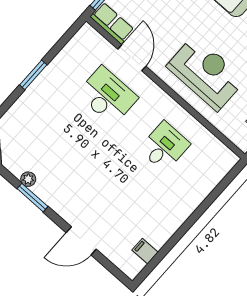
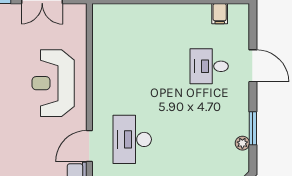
desk: (164, 146) -> (209, 66), moved

